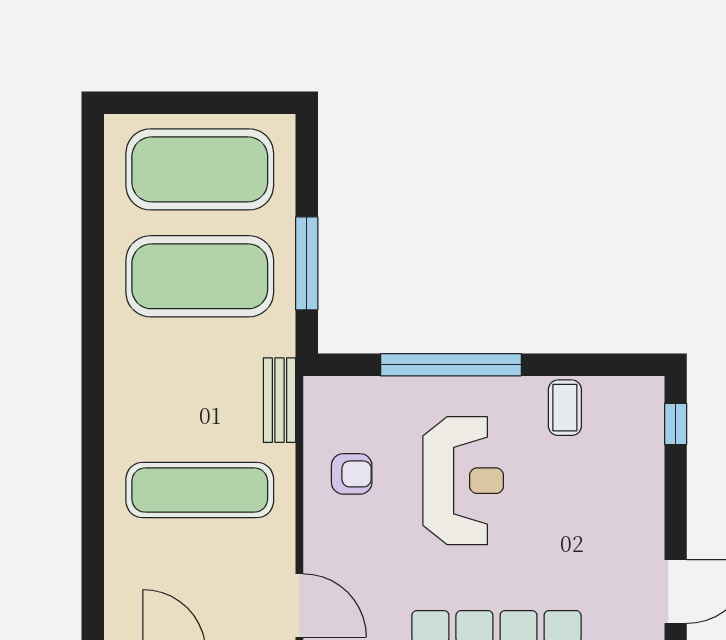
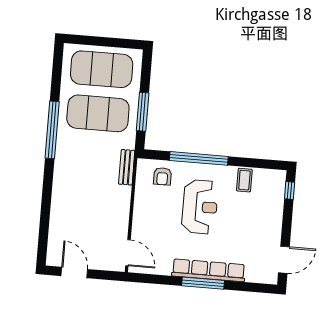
window: (93, 325) -> (52, 130), added
armchair: (352, 474) -> (162, 176), moved, turned 90
exercise mat: (200, 490) -> (91, 202), removed

